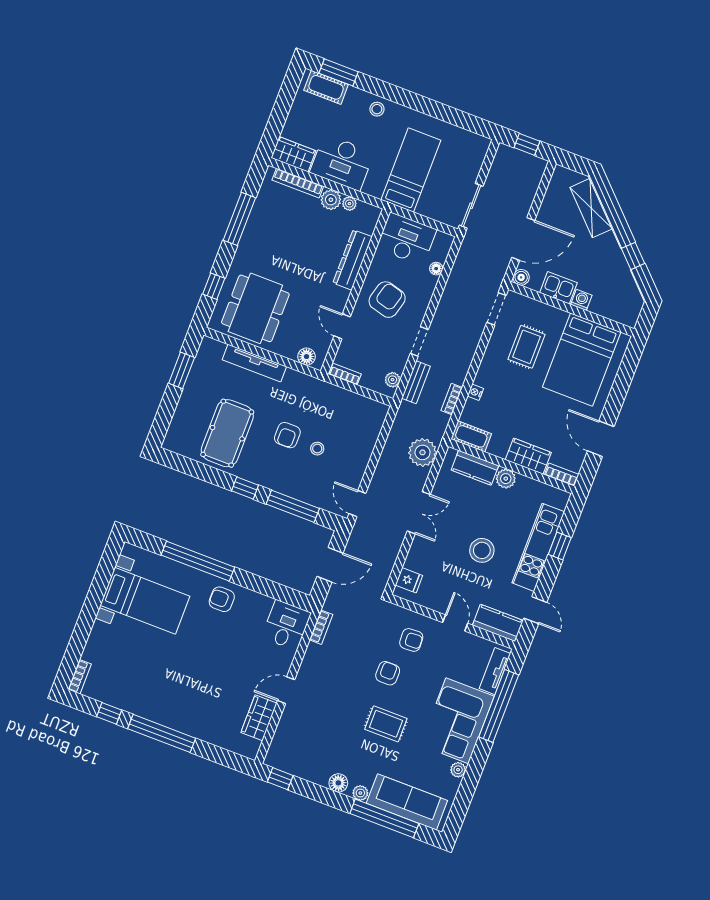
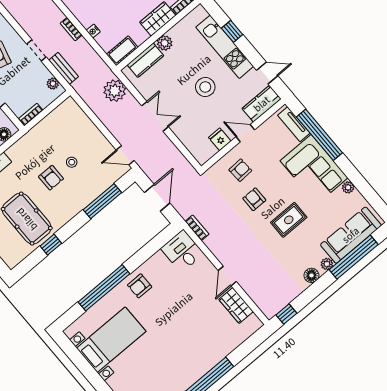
bookcase: (452, 399) -> (71, 29), moved
window: (245, 488) -> (51, 245), moved
fridge: (409, 580) -> (220, 139), moved, turned -90

